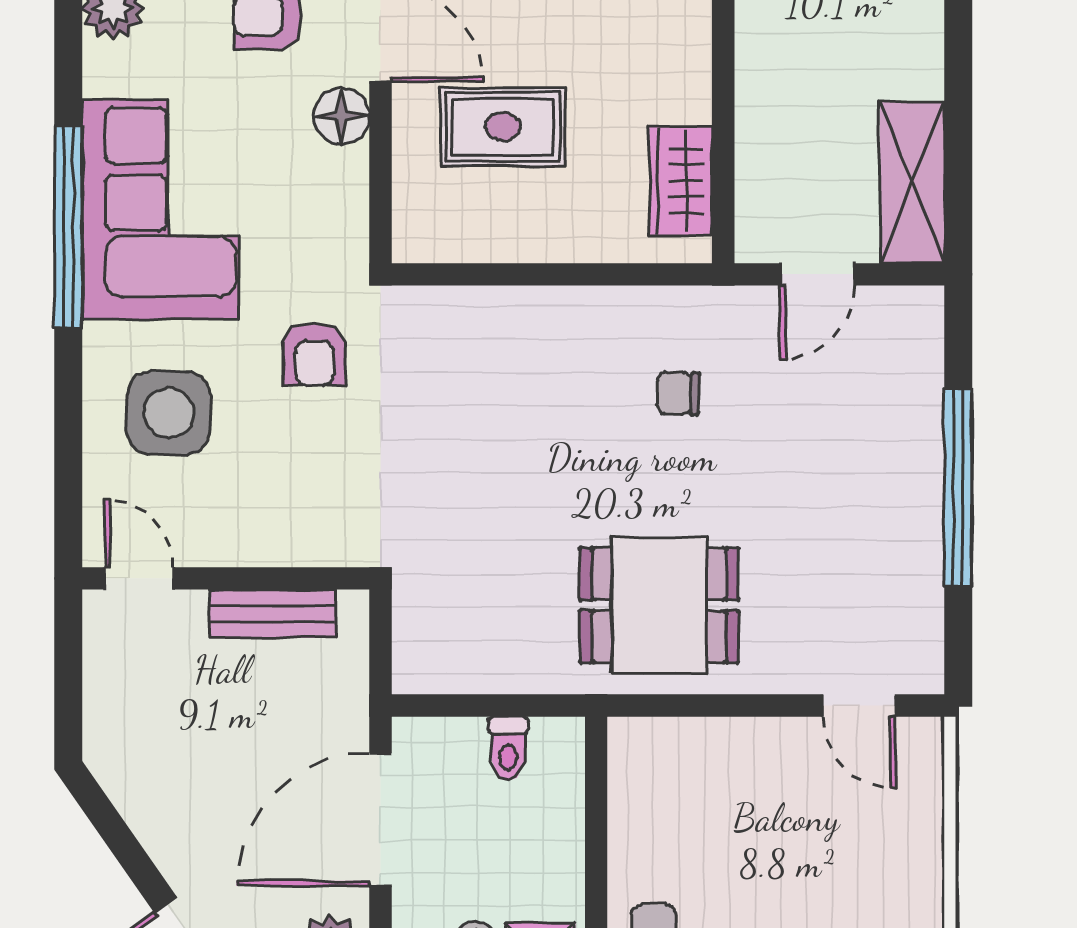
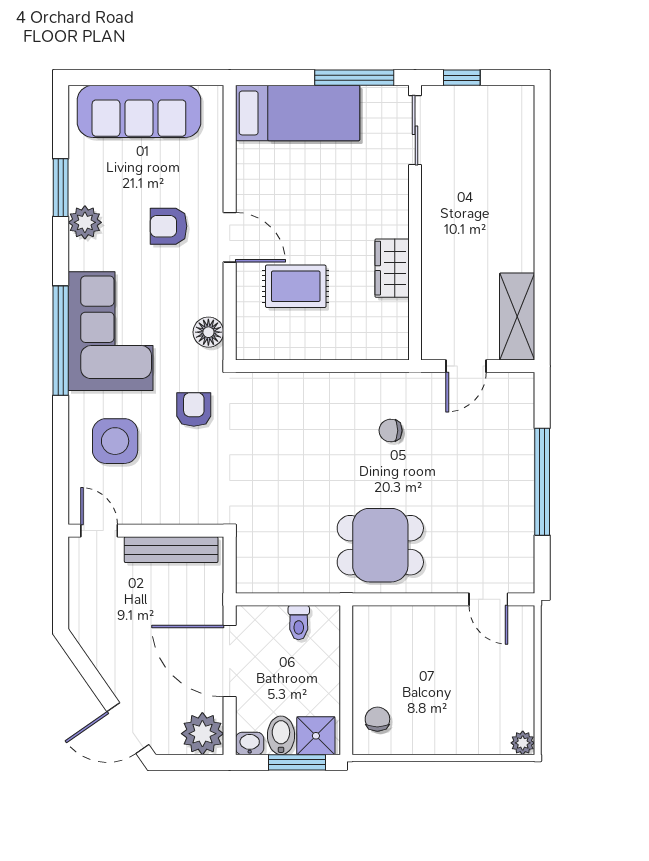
floor lamp: (341, 116) -> (208, 332), moved
wardrobe: (681, 181) -> (392, 268), moved
armchair: (314, 354) -> (194, 409), turned 180
bench: (272, 614) -> (171, 550), width x1.36
door: (381, 819) -> (230, 661), hinge flipped

